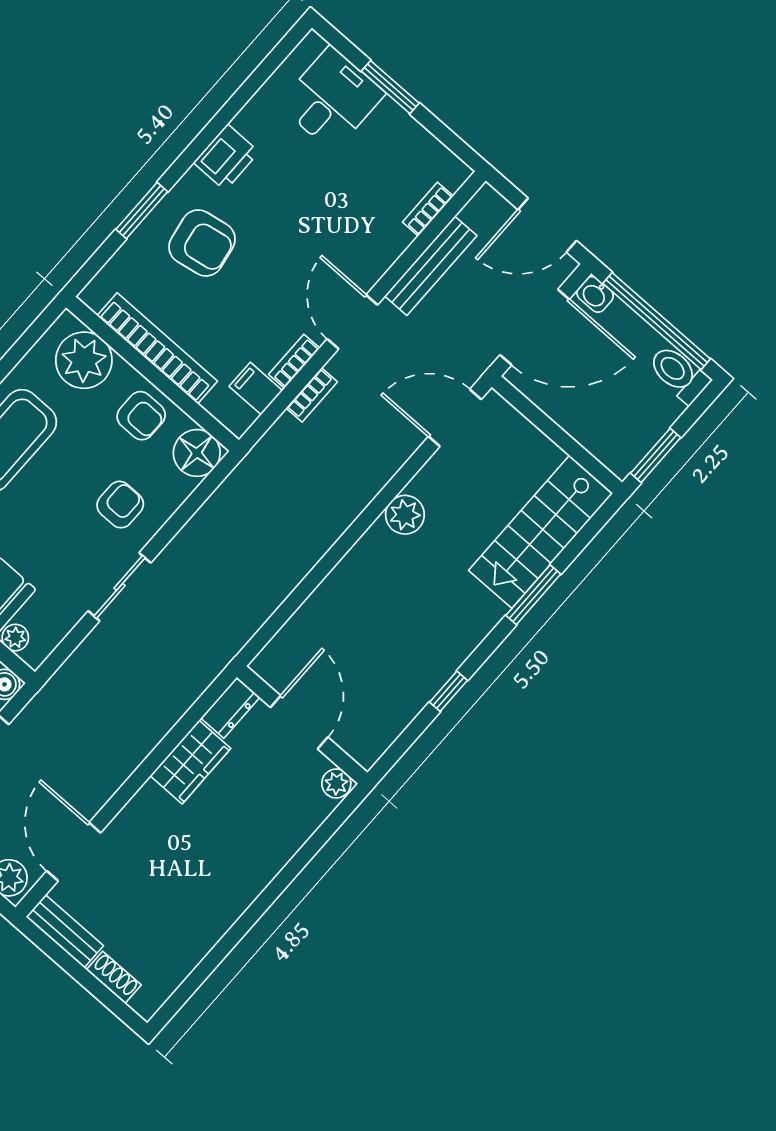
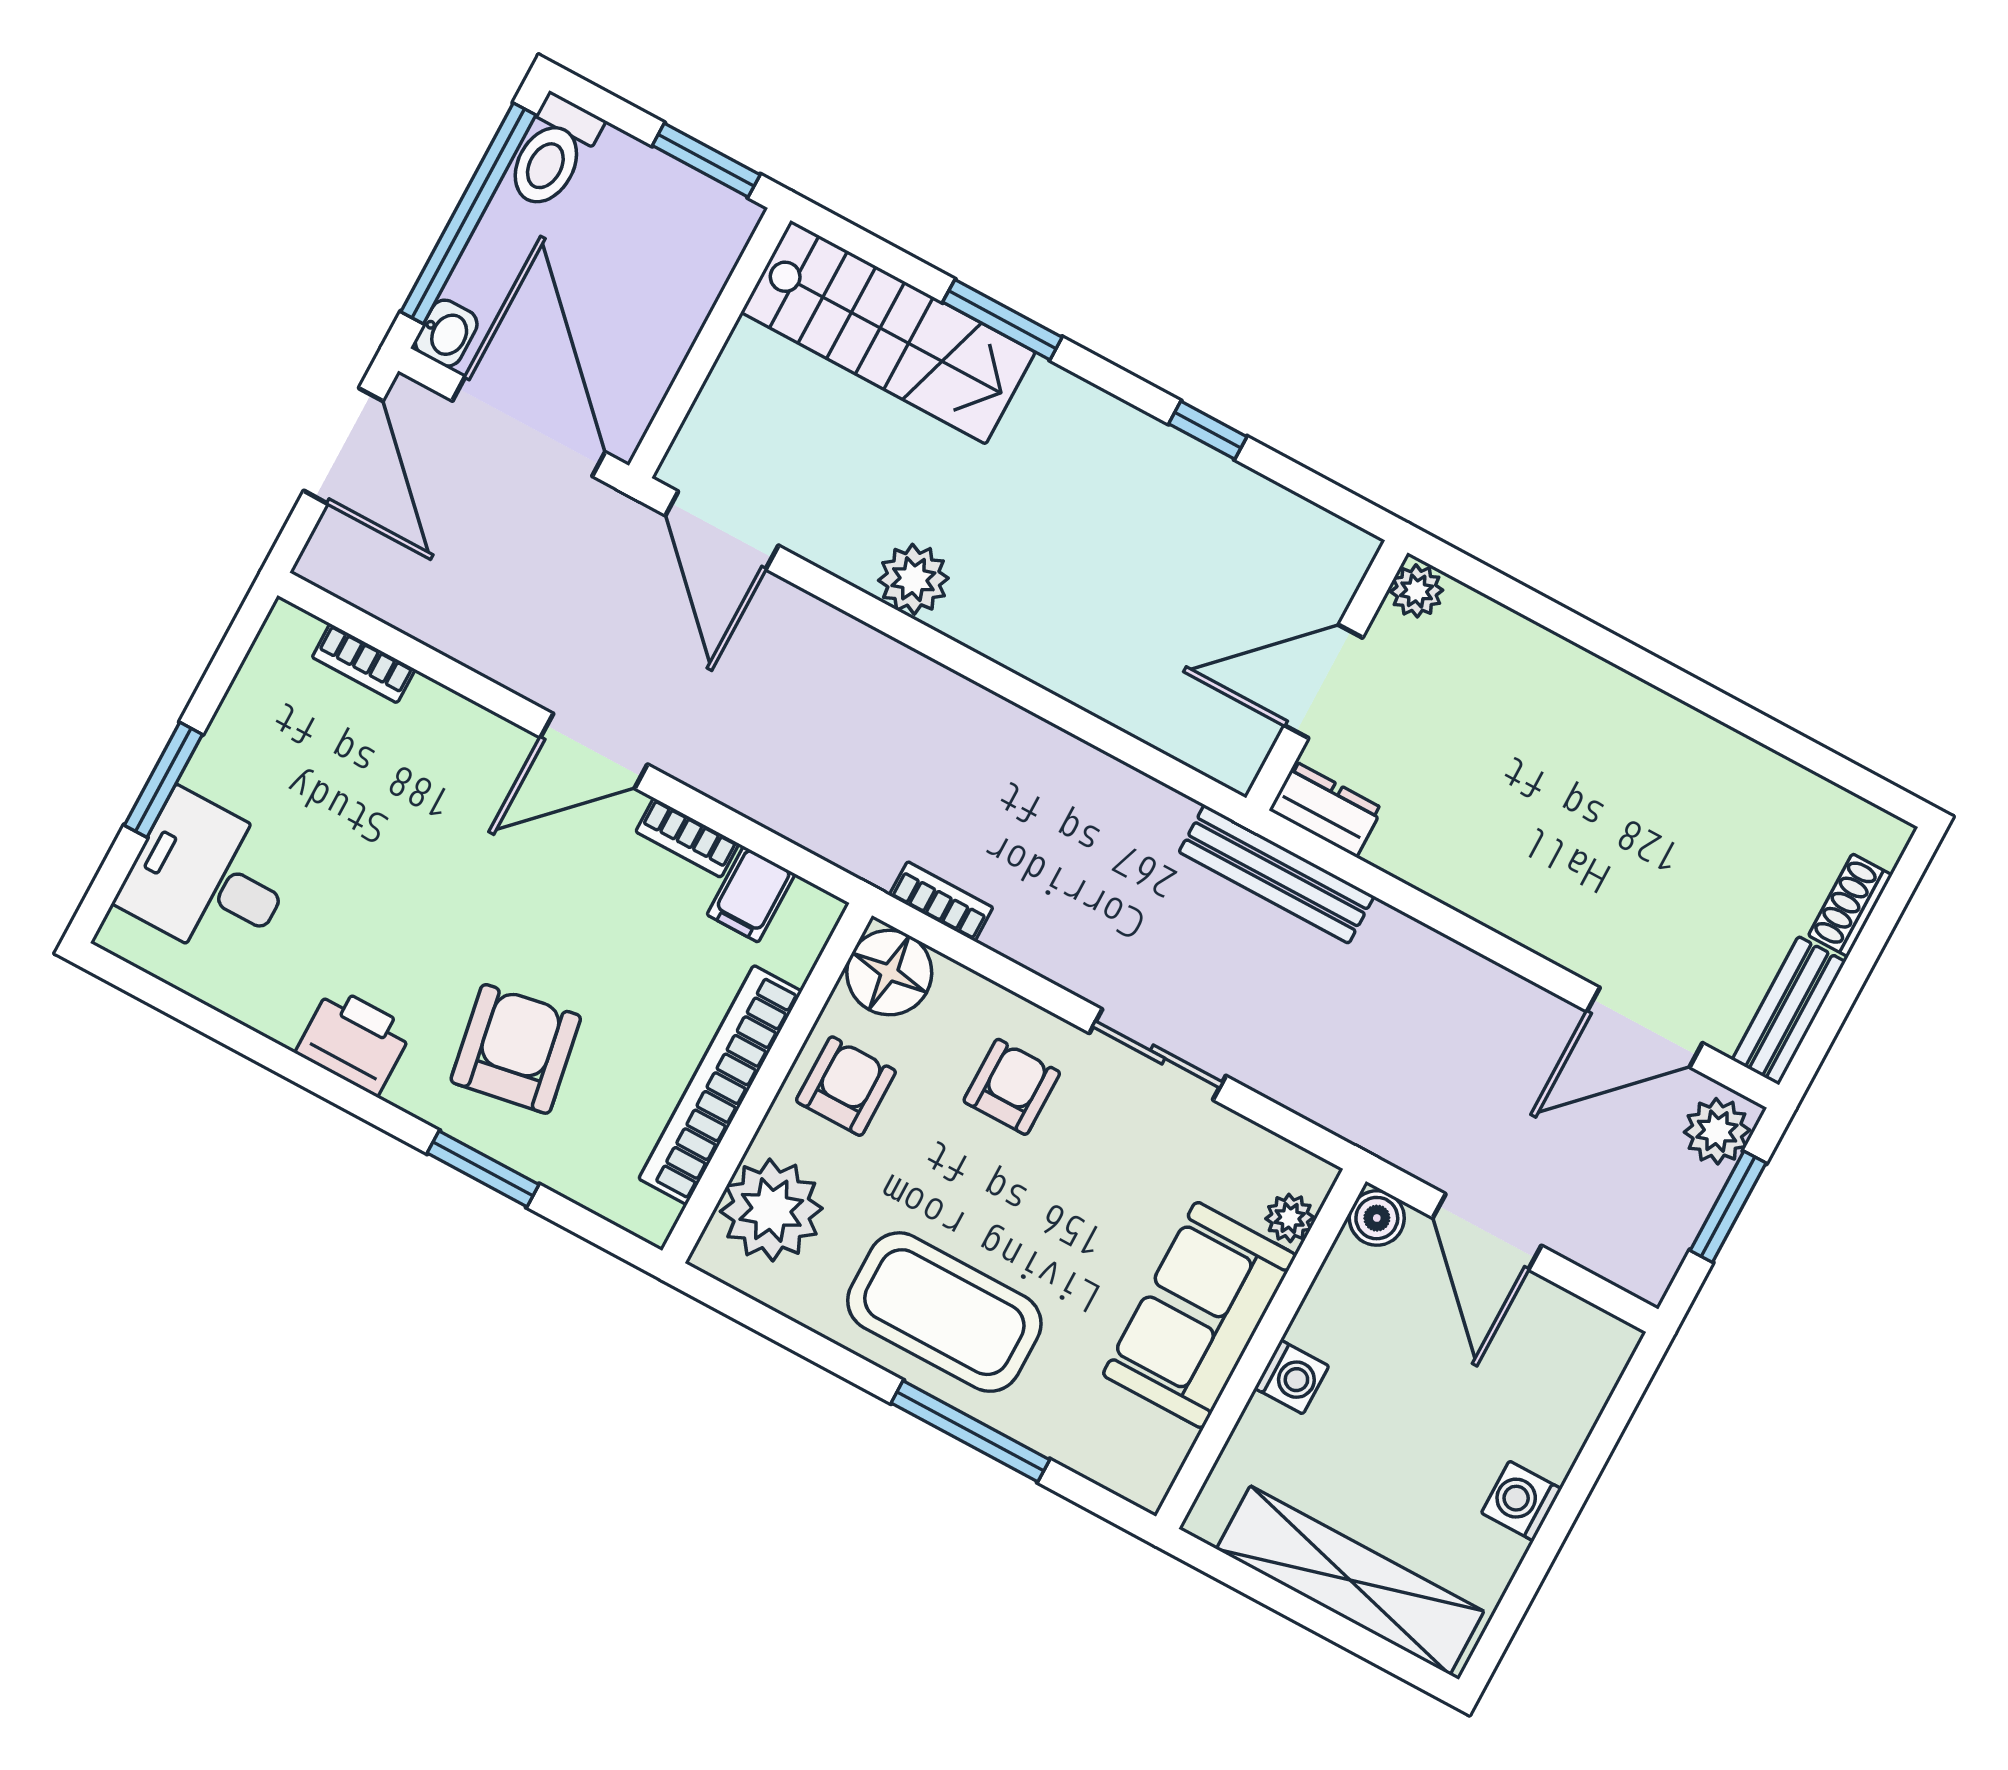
bench: (431, 266) -> (1277, 874), moved
bookcase: (312, 395) -> (941, 901), moved
armchair: (120, 505) -> (1012, 1087), turned 90
wardrobe: (190, 762) -> (1438, 857), removed

